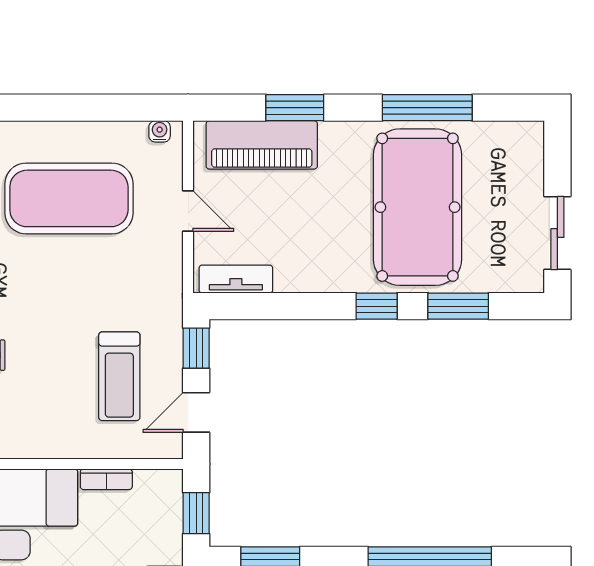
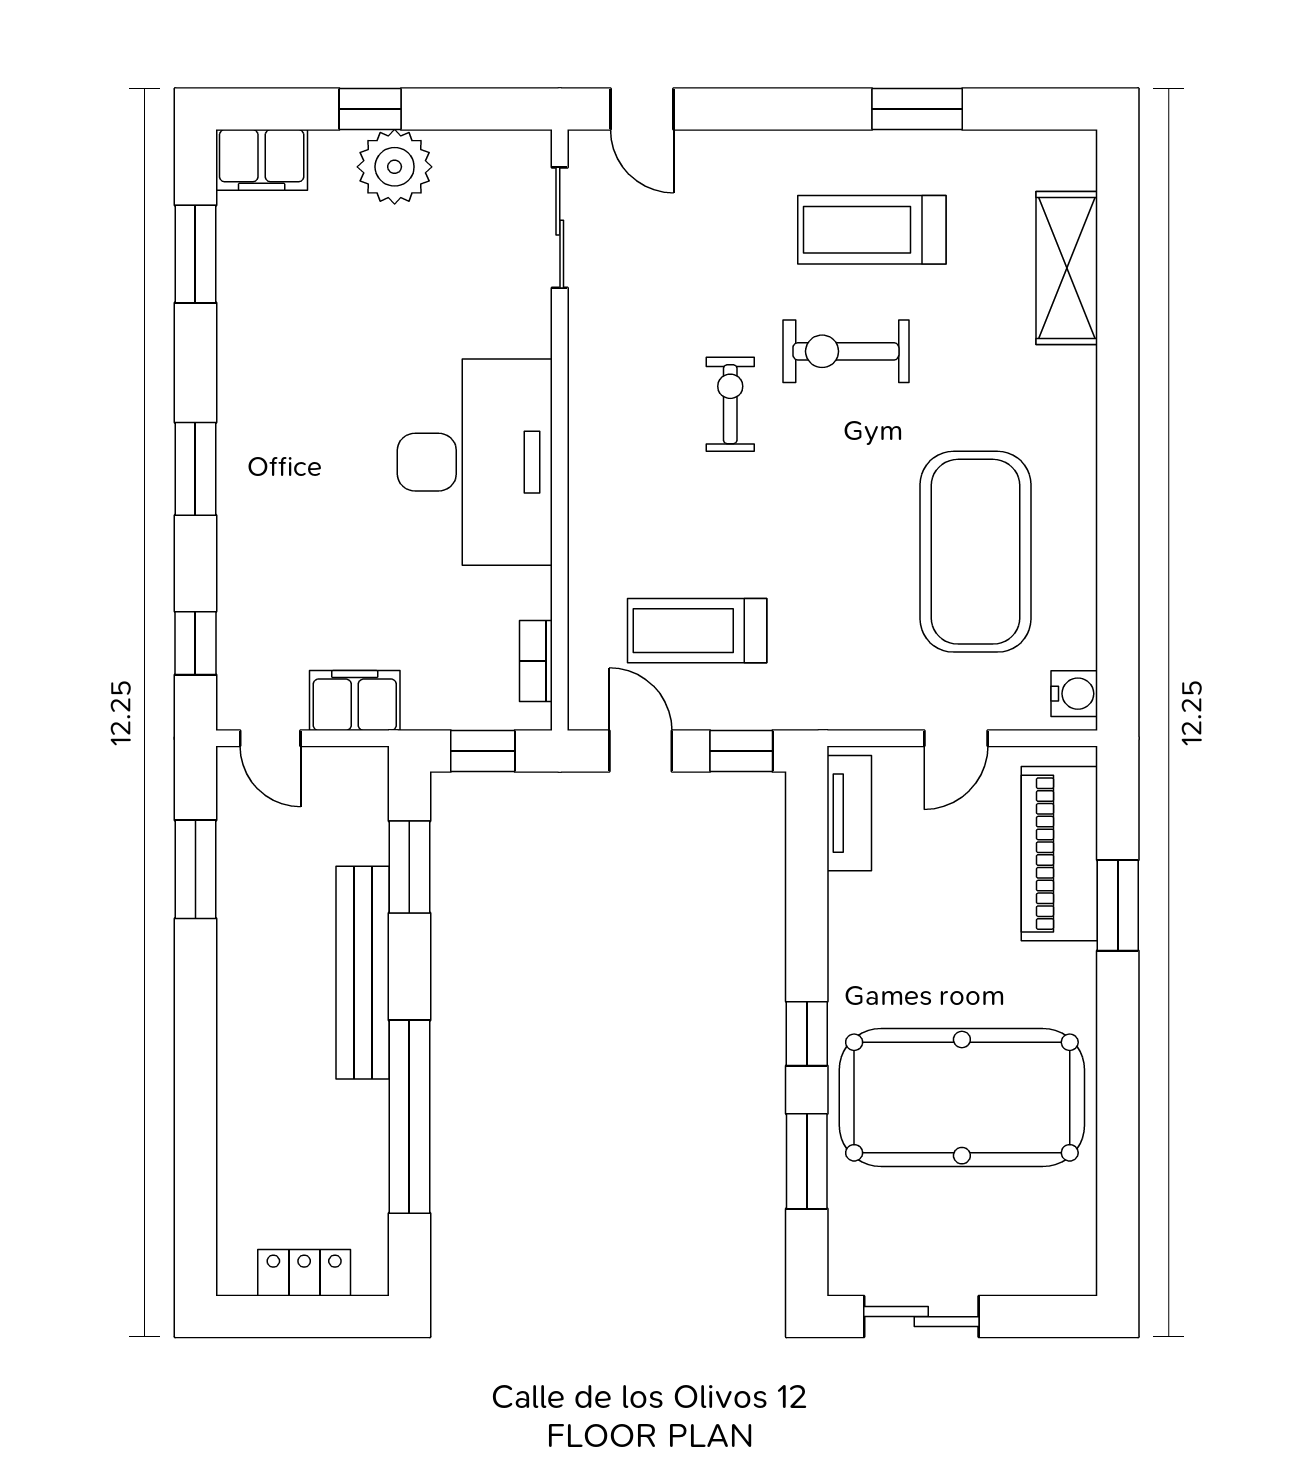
window: (427, 108) -> (1118, 1113), removed
water cooler: (160, 131) -> (1074, 694), width x1.38, depth x1.38
bookcase: (106, 479) -> (536, 661), moved

